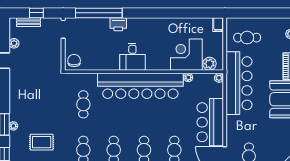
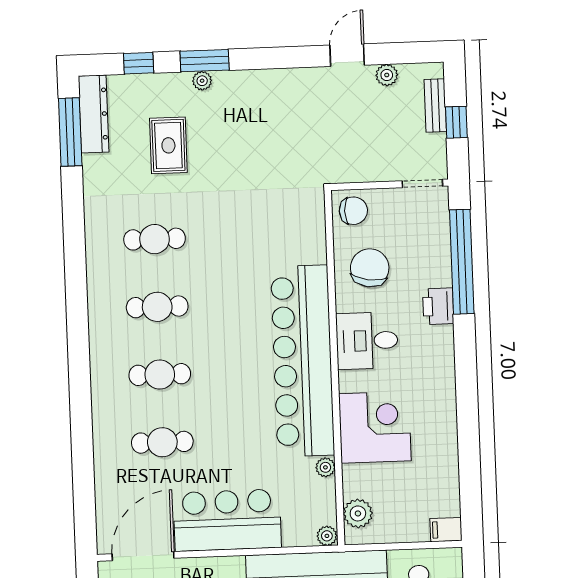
chair: (100, 54) -> (370, 268), added
corner desk: (186, 55) -> (375, 427), moved
cafe table: (83, 104) -> (256, 235), removed

